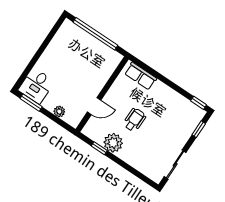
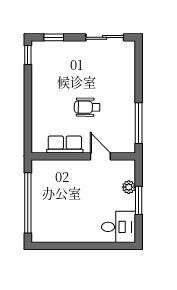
row of seats: (141, 76) -> (65, 144), moved, turned -90
window: (31, 103) -> (139, 200), moved
plant: (113, 143) -> (124, 113), removed
window: (99, 148) -> (139, 123), width x2.17

